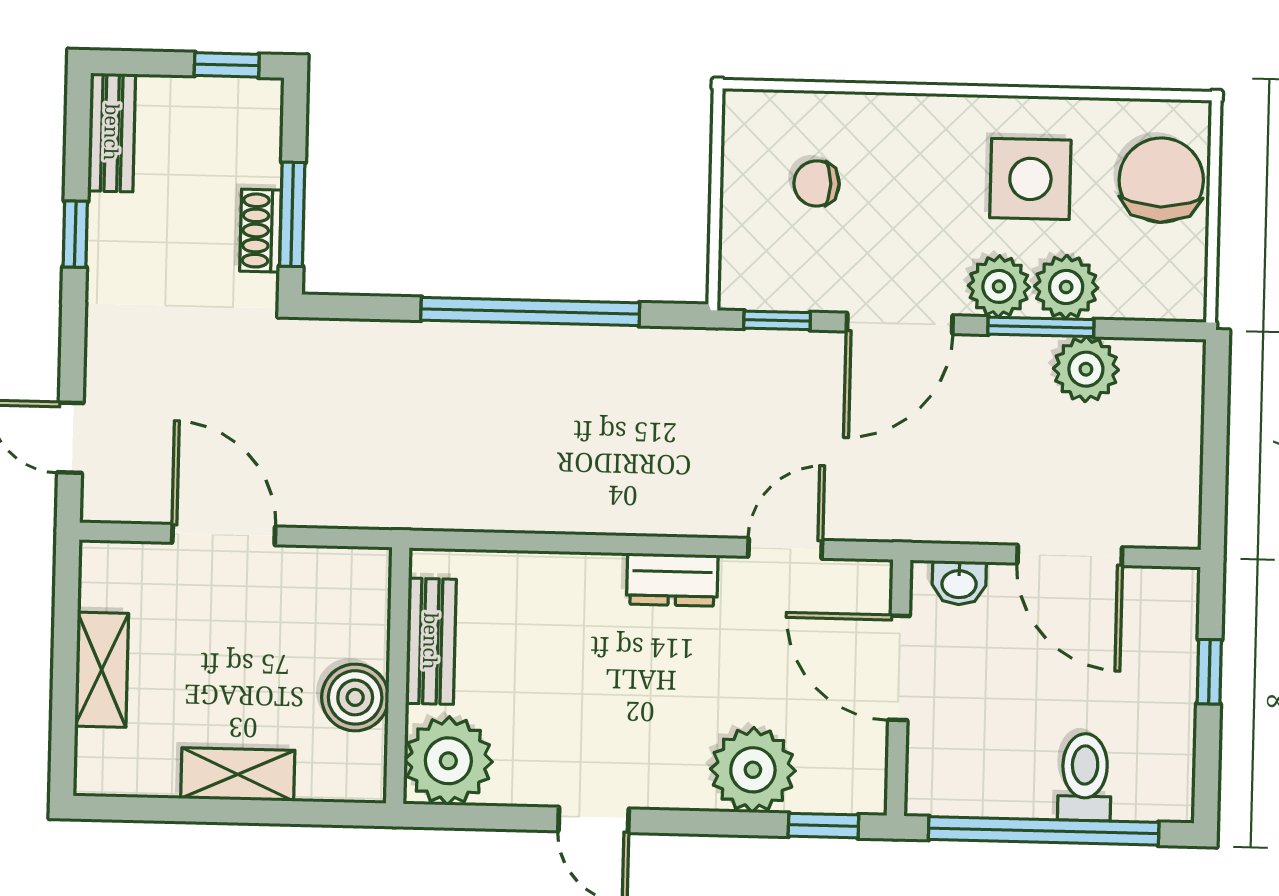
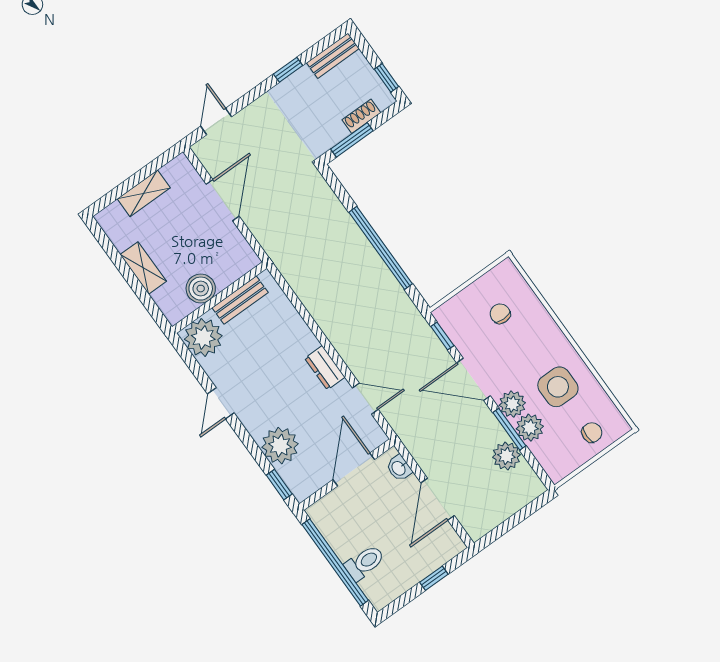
chair: (1161, 180) -> (592, 433), width x0.54, depth x0.54
shoe rack: (260, 231) -> (361, 116), moved

